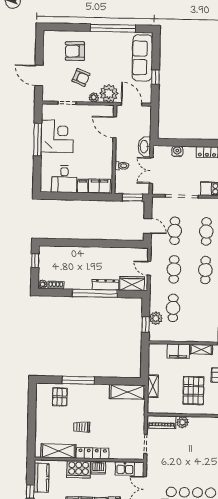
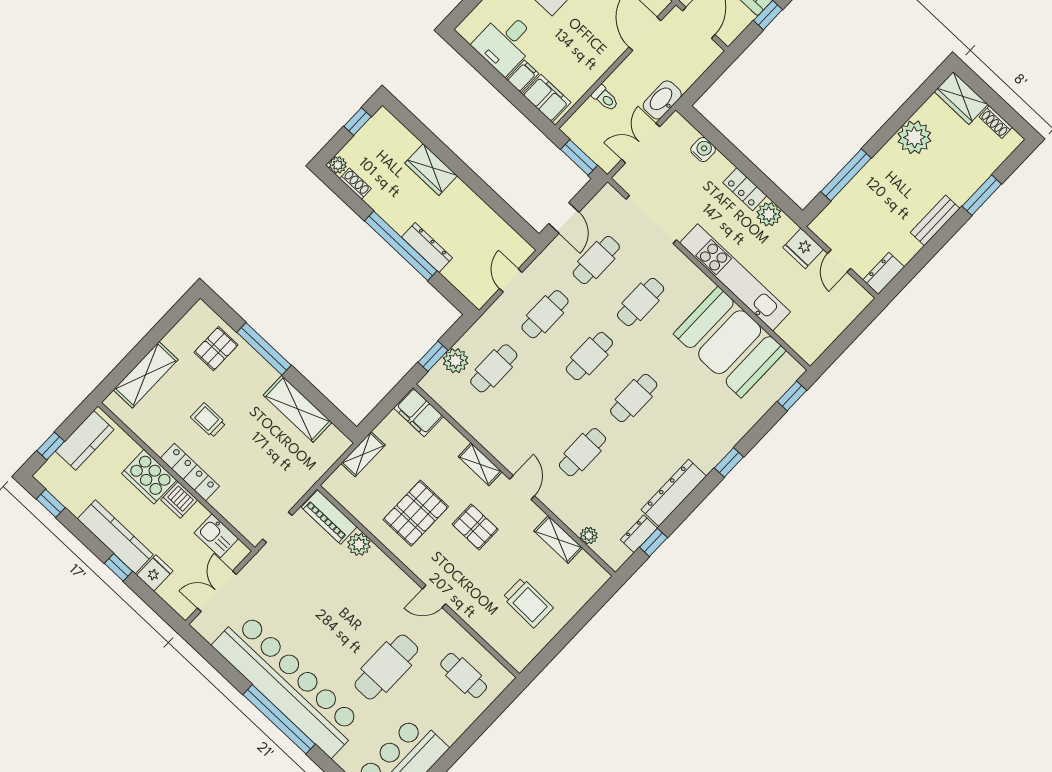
wardrobe: (132, 284) -> (431, 169), moved, turned 180
filing cabinet: (178, 351) -> (418, 412), moved
shelving: (127, 392) -> (297, 409), moved
shelving: (58, 451) -> (146, 375), moved, turned 90

